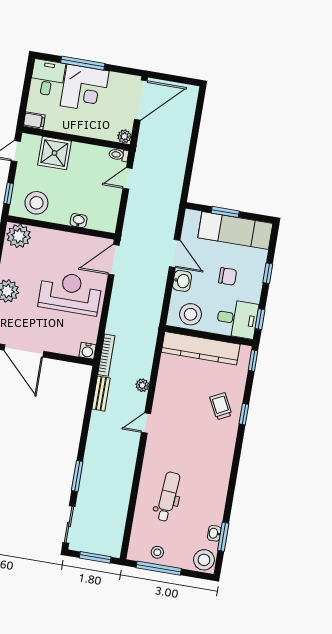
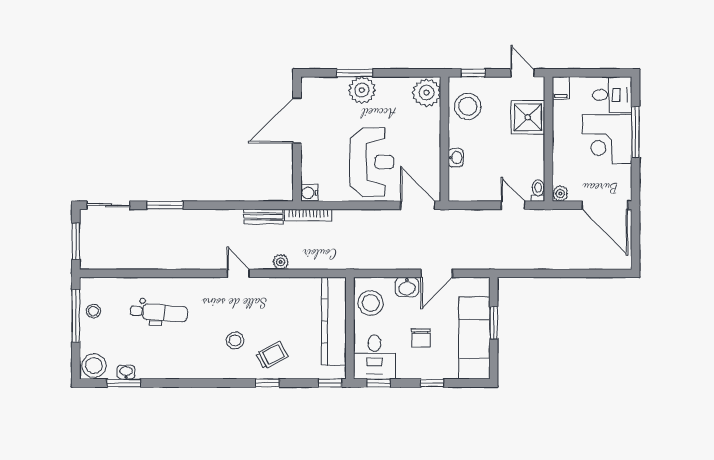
stool: (203, 436) -> (235, 340), added

